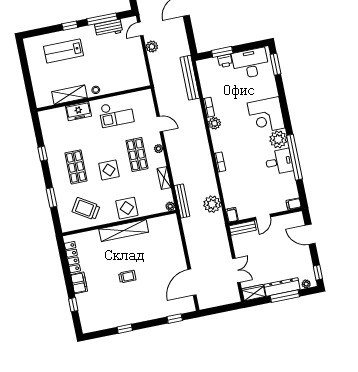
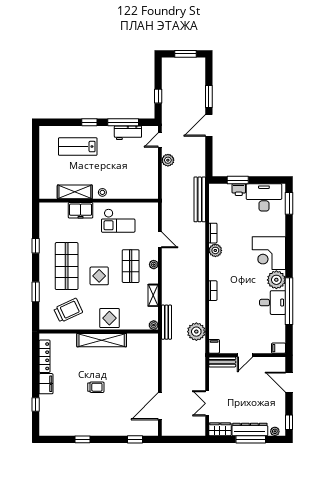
shop shelf: (76, 167) -> (67, 266), width x1.43, depth x1.36
trolley: (86, 209) -> (68, 310), turned 123
double door: (236, 270) -> (207, 403), swing flipped

